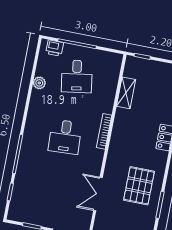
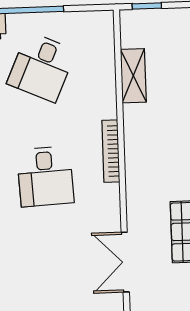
desk: (77, 76) -> (41, 67), turned 33

